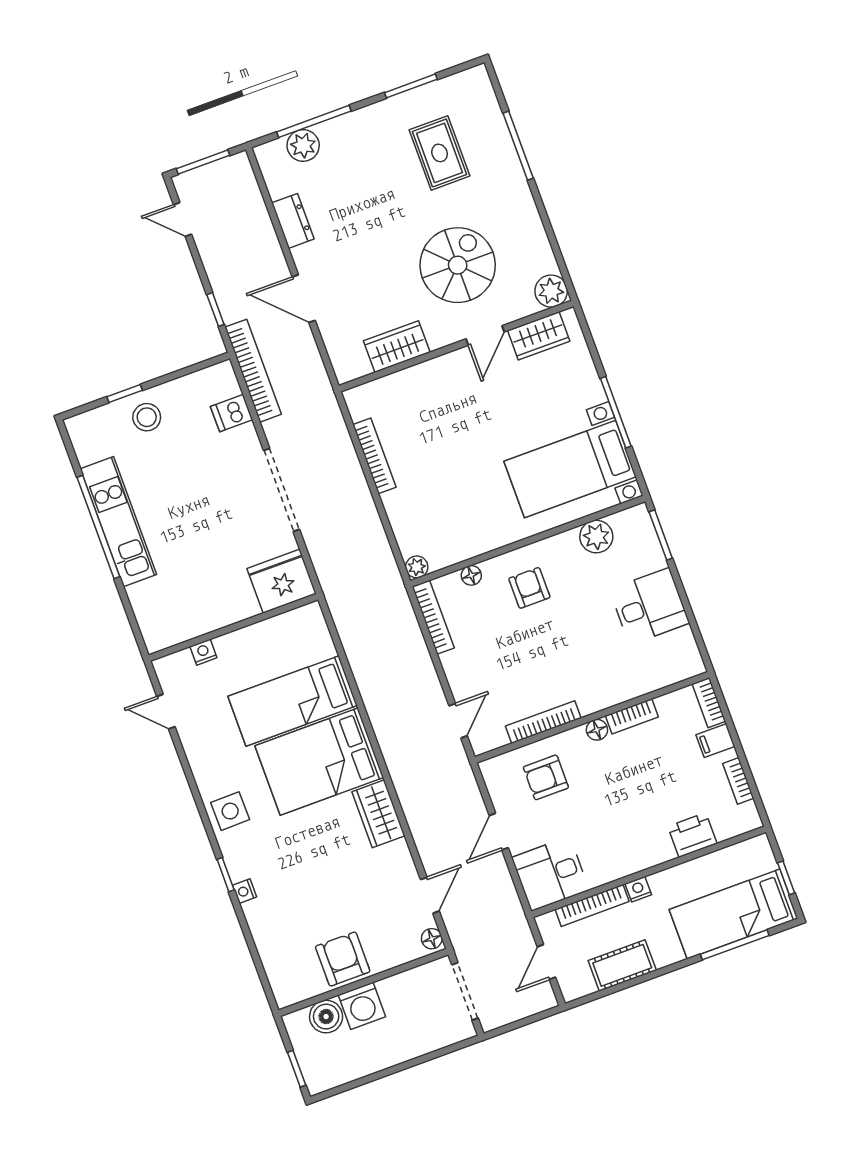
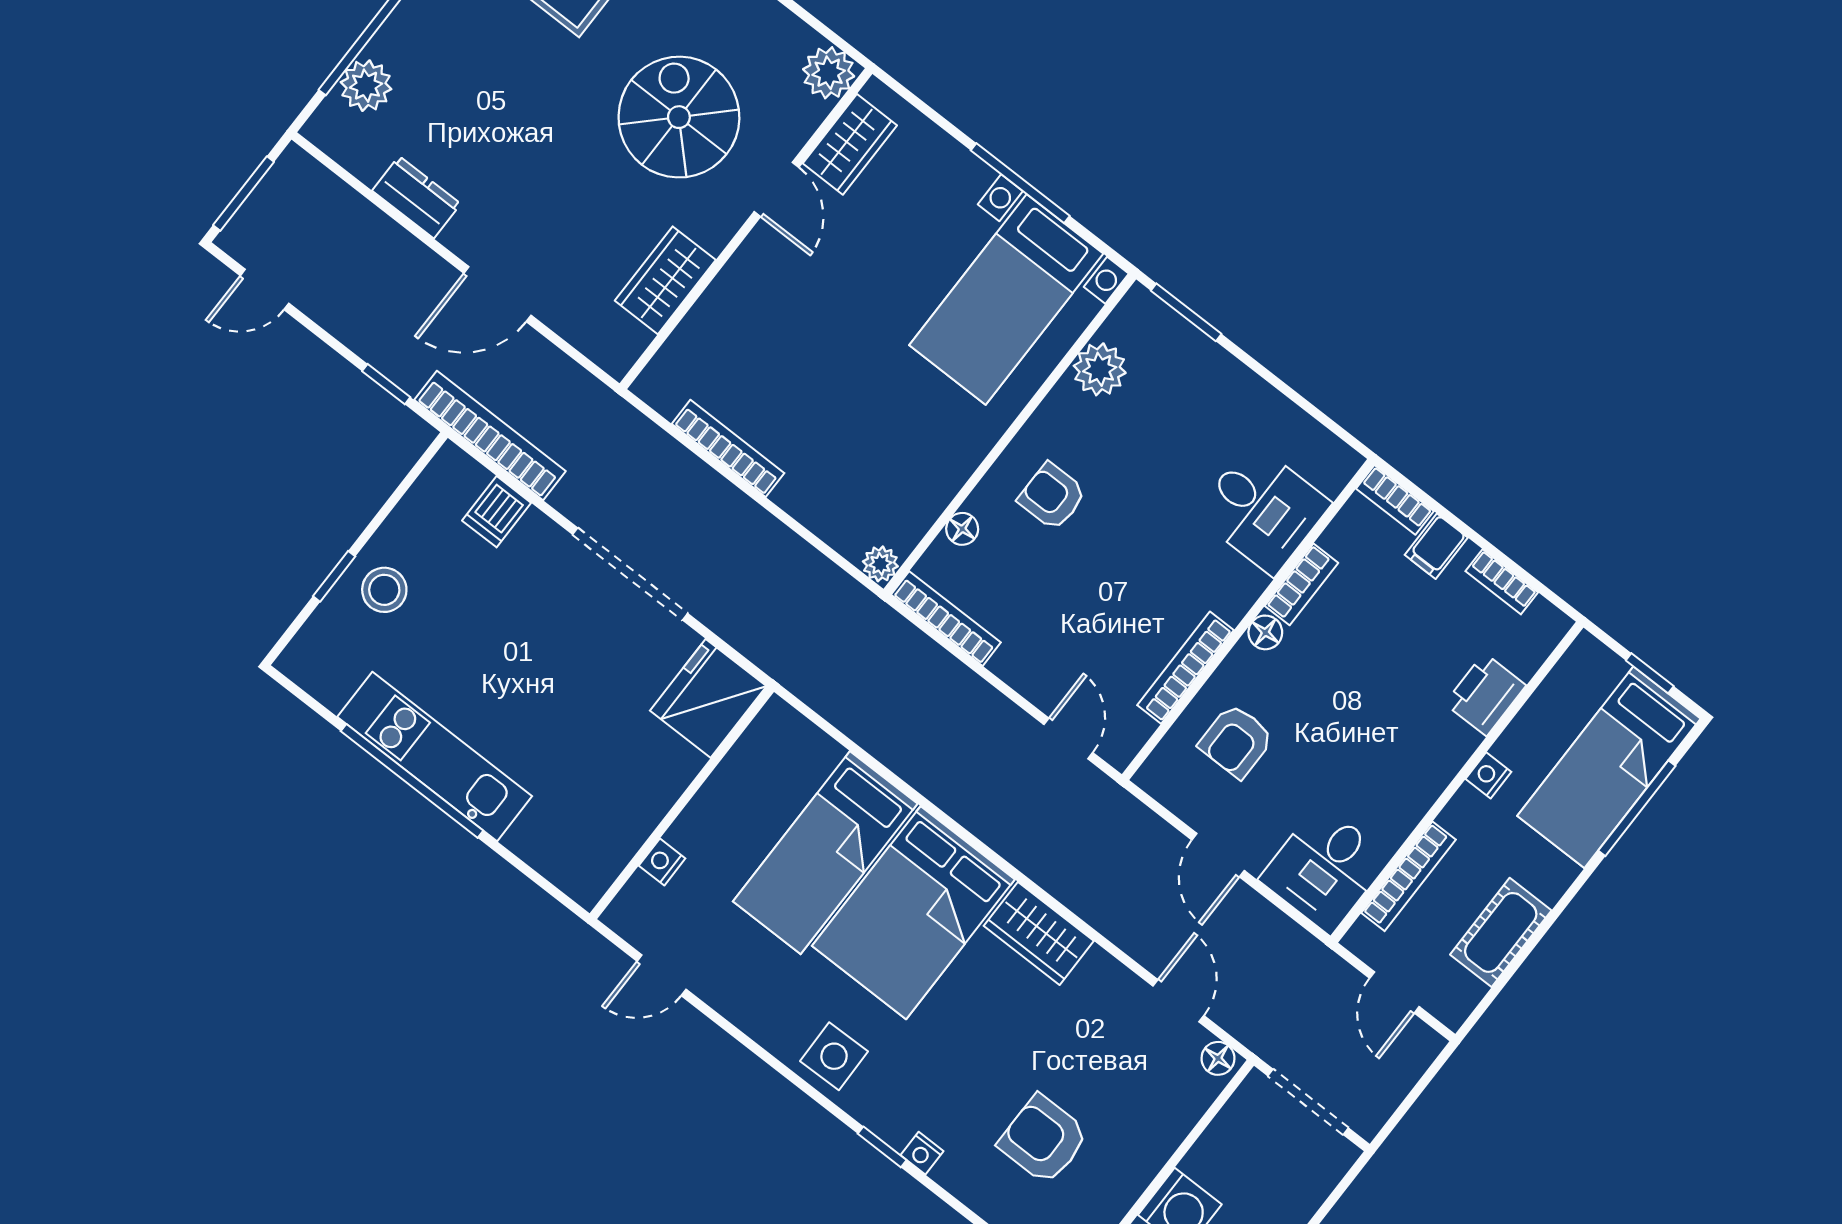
desk: (649, 606) -> (1263, 509), moved, turned 90
nightstand: (638, 889) -> (1488, 775), moved
armchair: (343, 959) -> (1043, 1139), moved

